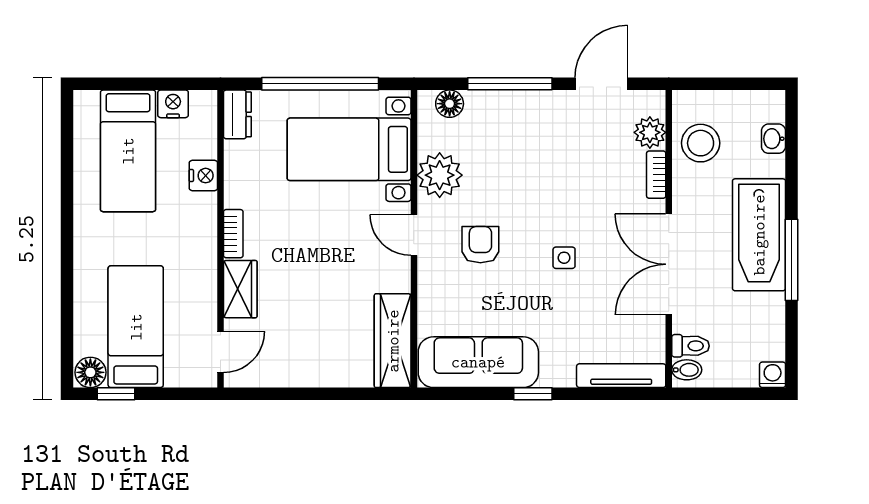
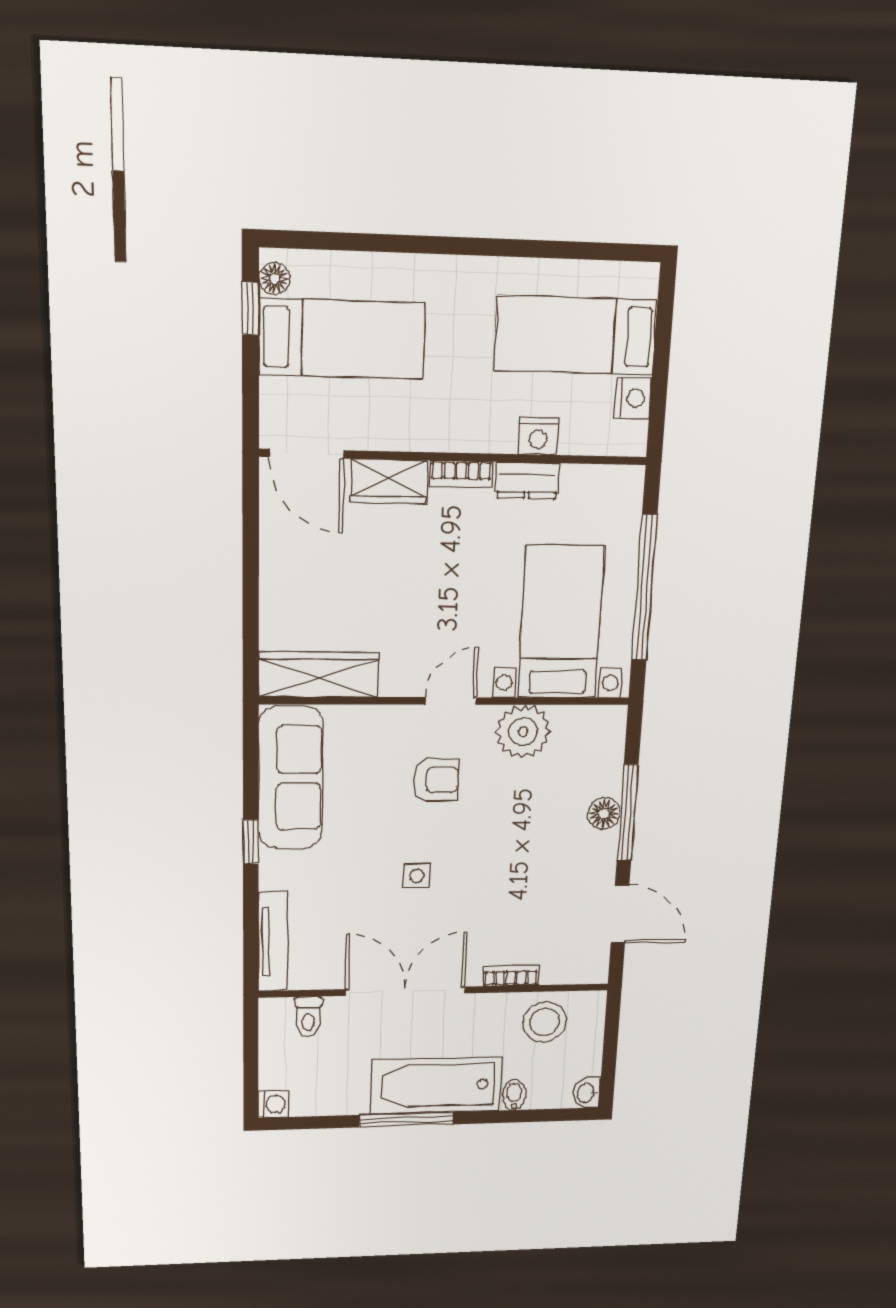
floor lamp: (450, 104) -> (604, 814), moved
dresser: (237, 114) -> (527, 481), moved
plant: (650, 132) -> (560, 968), removed
washbasin: (773, 139) -> (587, 1093), moved, turned -90
door: (221, 352) -> (306, 454), width x1.38
bidet: (687, 370) -> (514, 1095), moved, turned 180
floor lamp: (90, 372) -> (274, 279), width x0.73, depth x0.73

